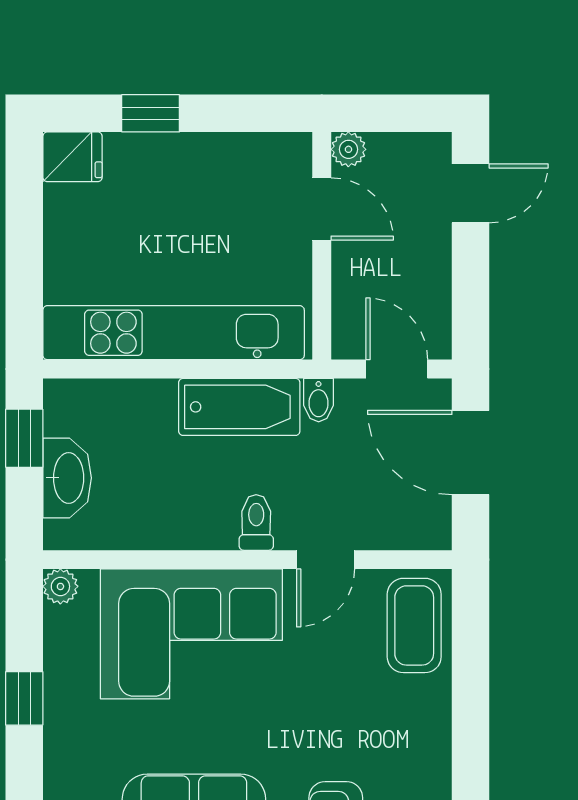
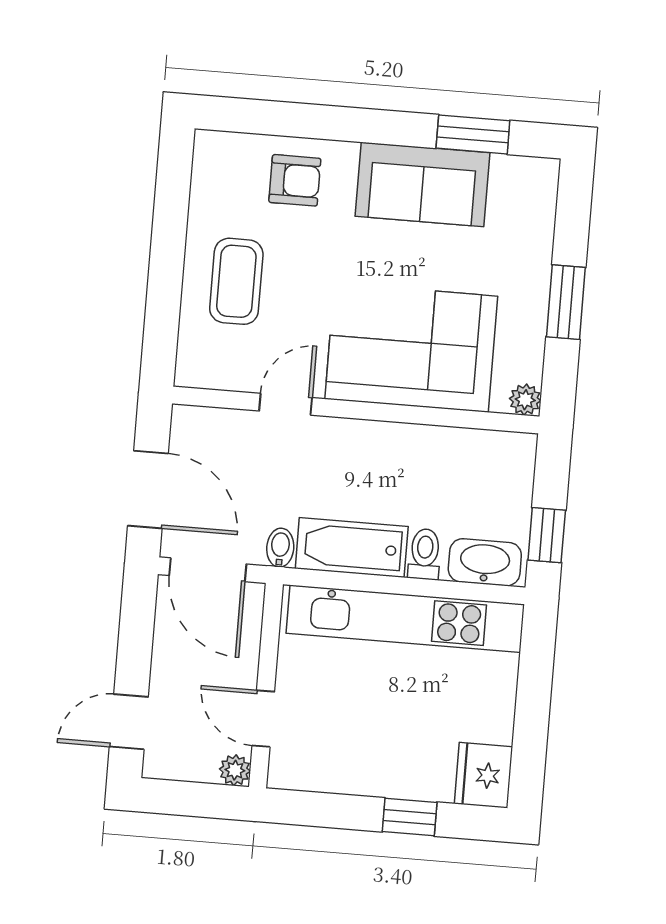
fridge: (73, 157) -> (483, 775), width x1.38
door: (397, 369) -> (208, 570), width x1.38
washbasin: (67, 478) -> (485, 562), moved, turned 90
toilet: (256, 522) -> (425, 554), moved, turned 180
coffee table: (414, 625) -> (236, 281), moved
window: (24, 698) -> (566, 302), width x1.50

